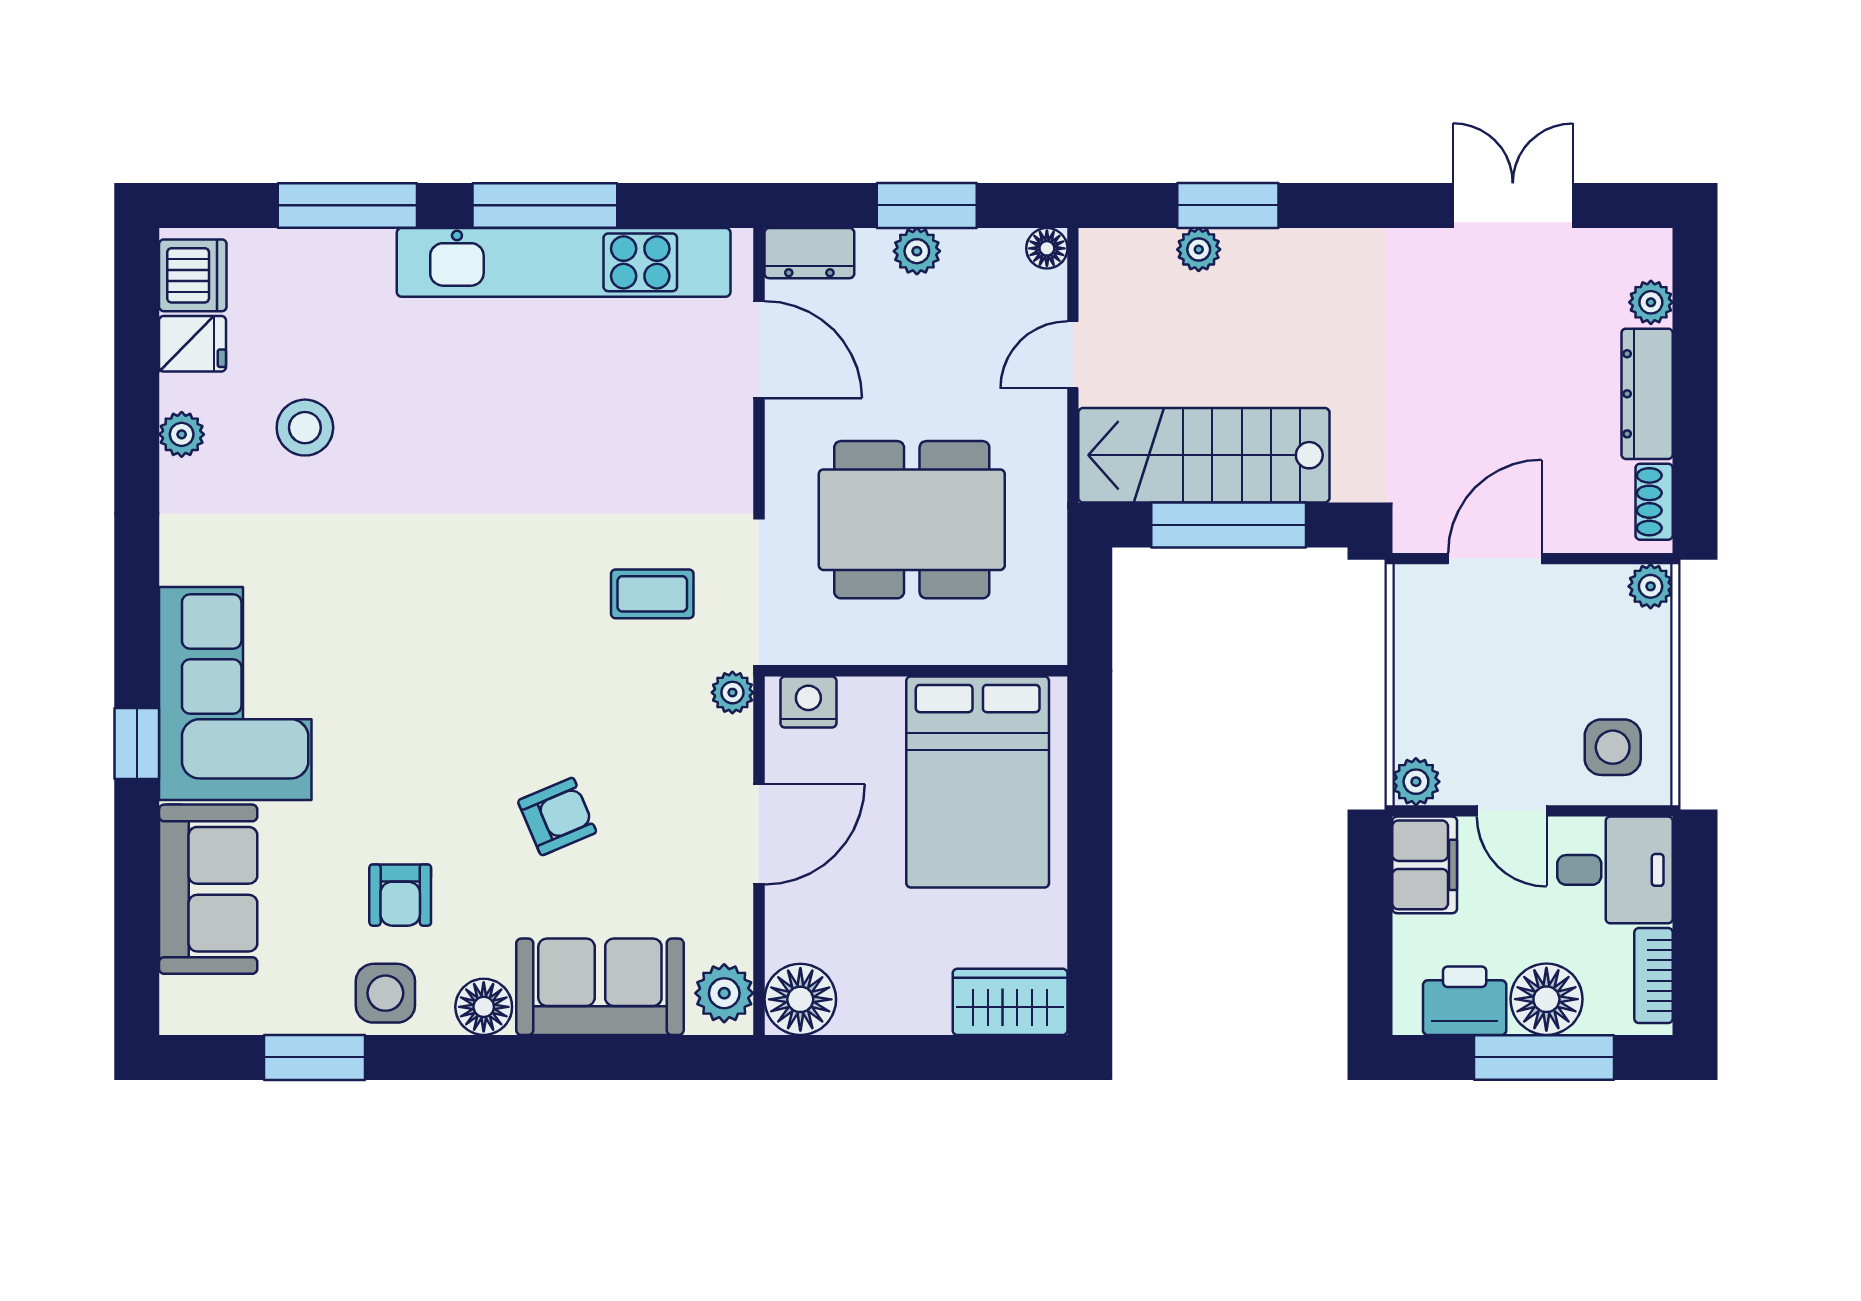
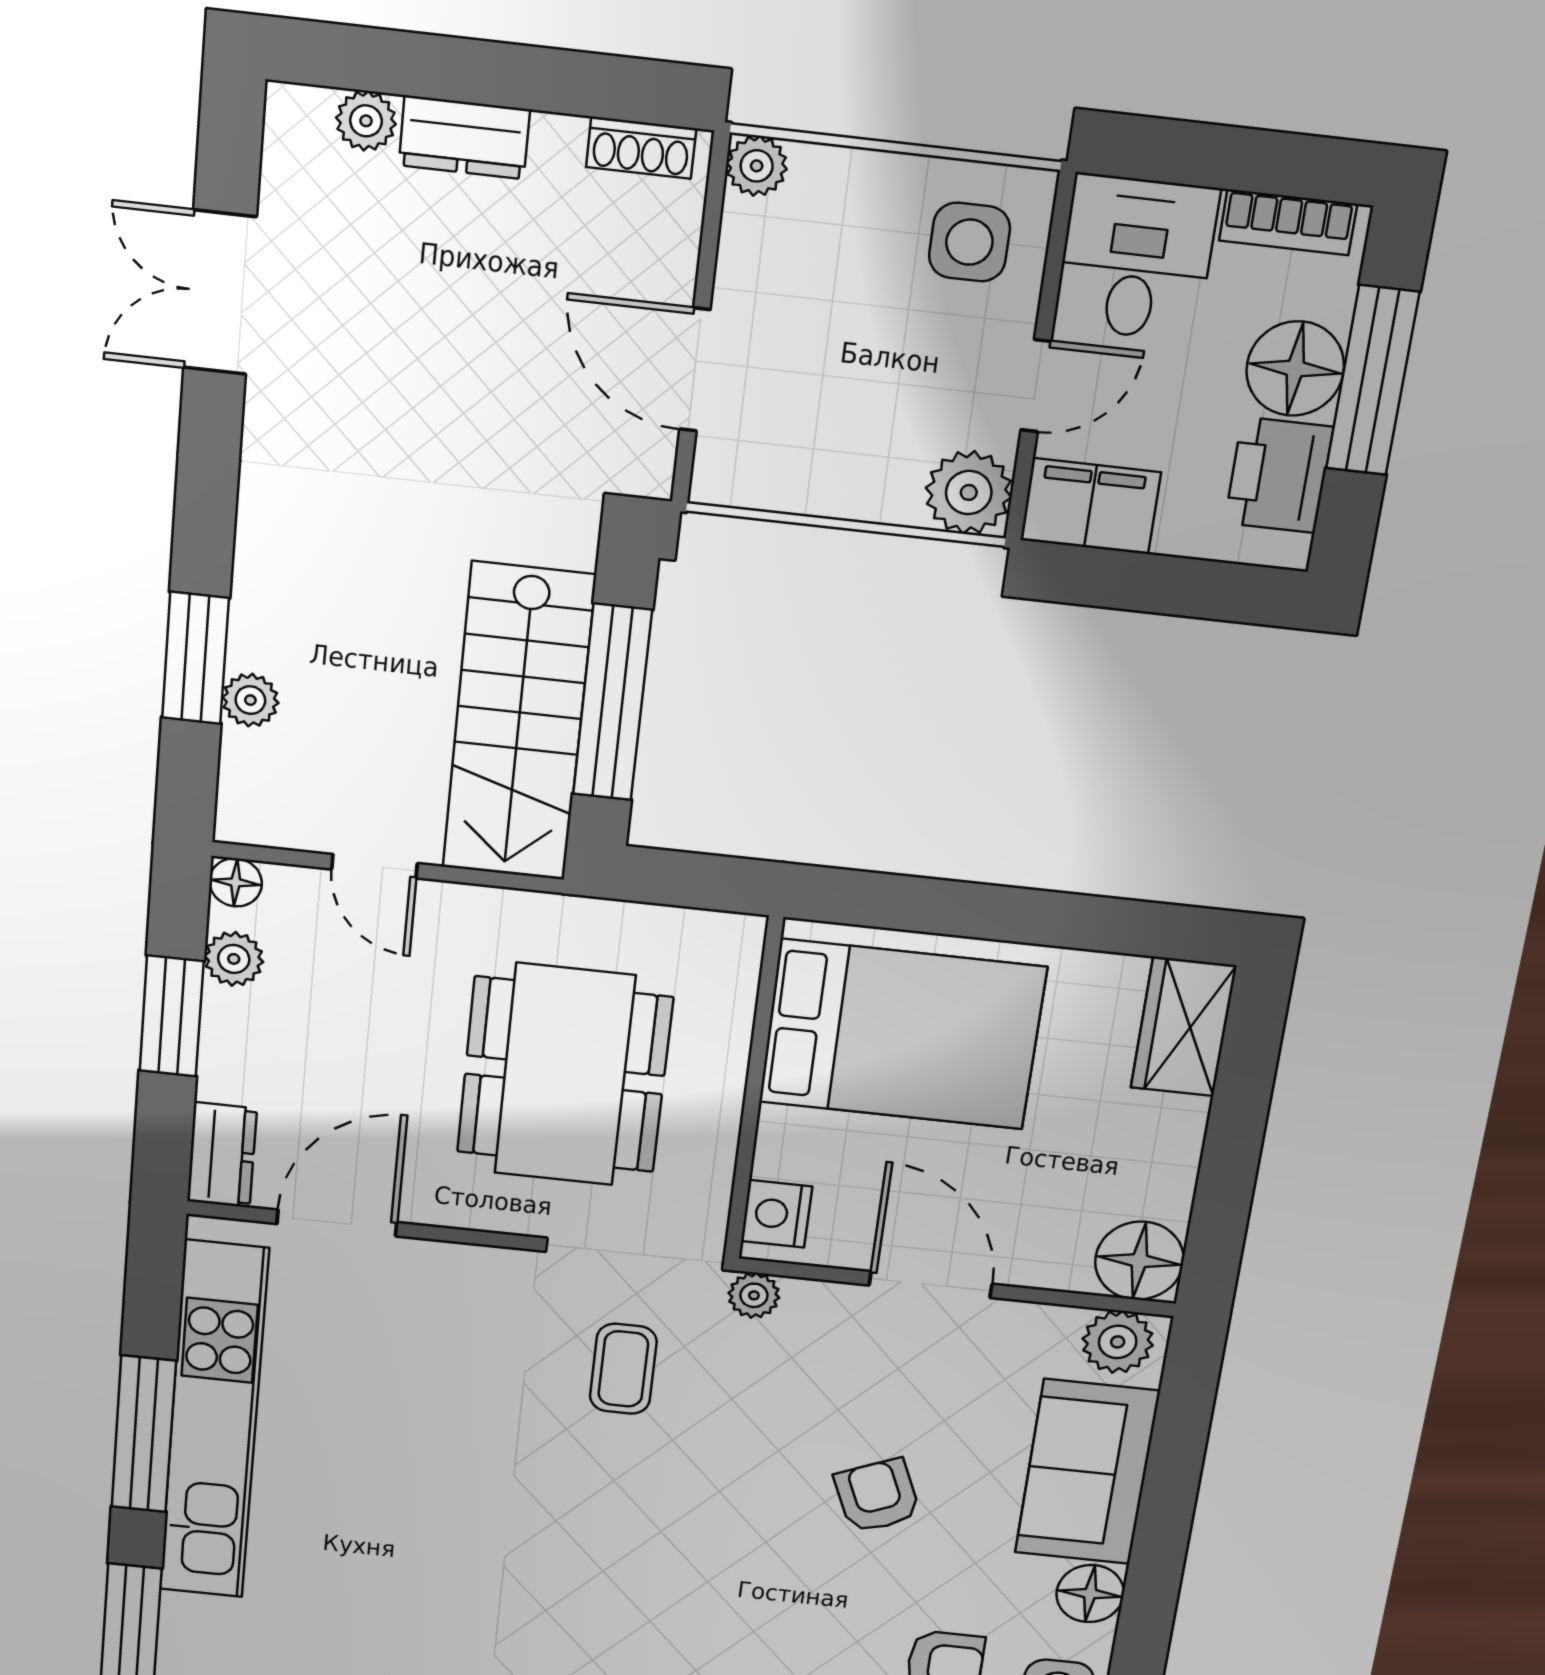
plant: (917, 251) -> (234, 959), moved
dresser: (1647, 394) -> (464, 137), width x0.70
plant: (1416, 782) -> (969, 492), width x1.38, depth x1.38

